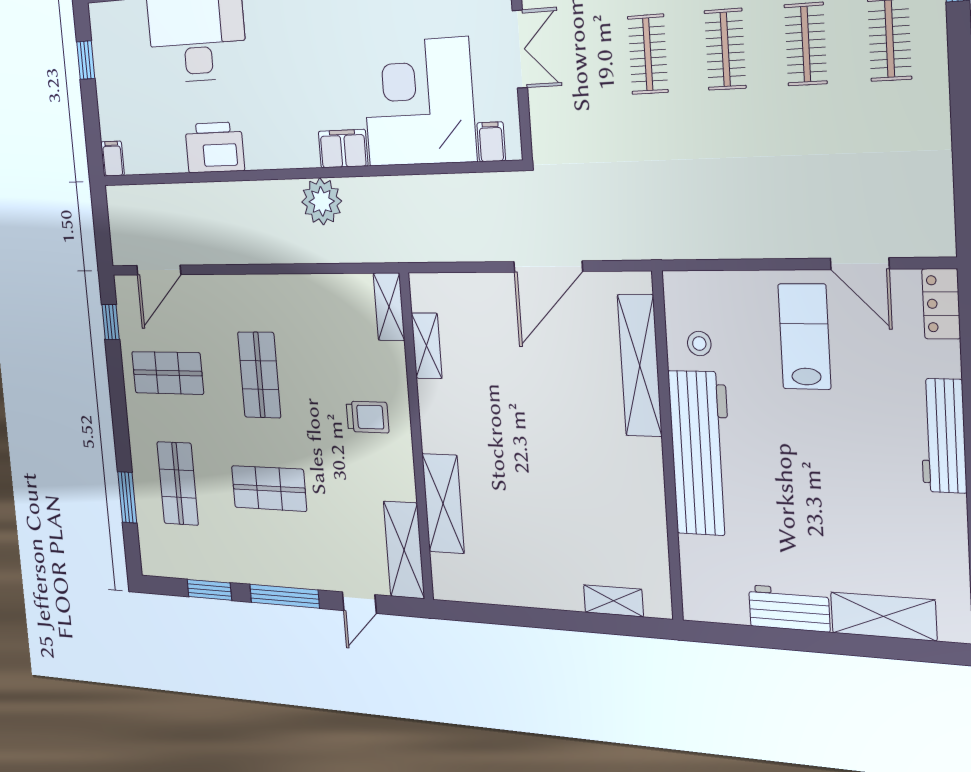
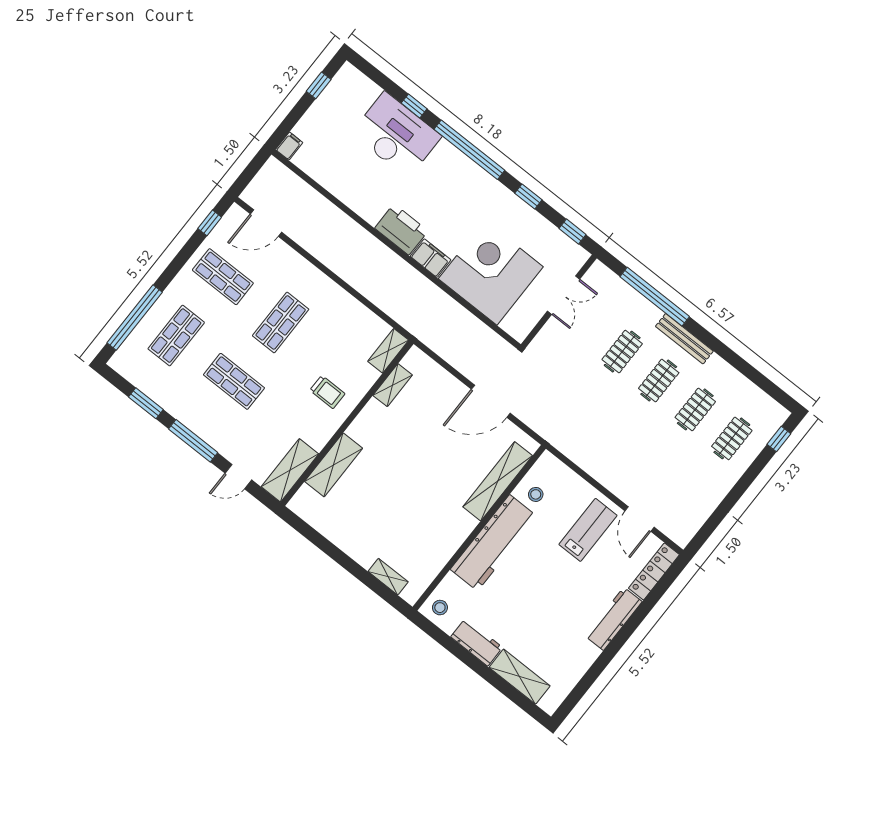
filing cabinet: (491, 142) -> (512, 323), removed
printer: (215, 147) -> (401, 229), moved
plant: (322, 201) -> (396, 272), removed
locker: (941, 304) -> (654, 571), width x1.53
window: (127, 497) -> (135, 317), width x2.11
stool: (706, 595) -> (440, 608), added

